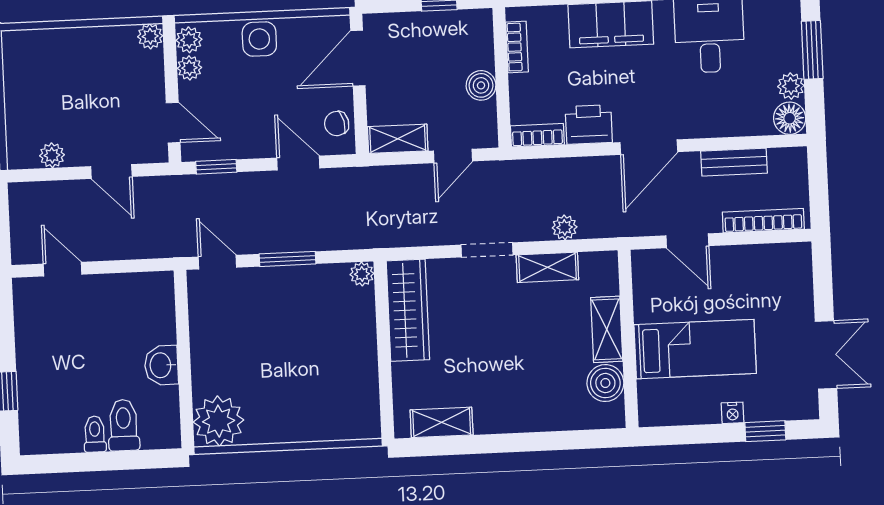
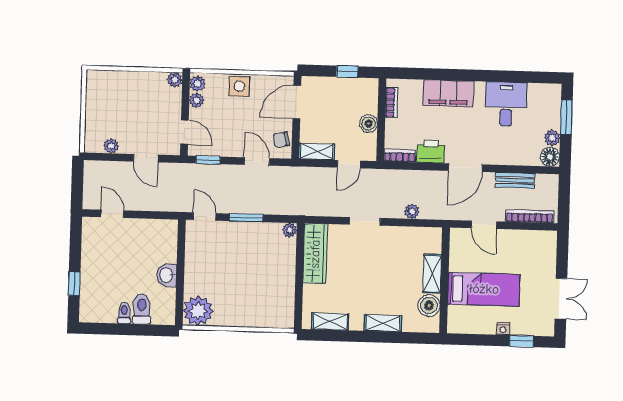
shelving: (547, 267) -> (383, 323), moved

